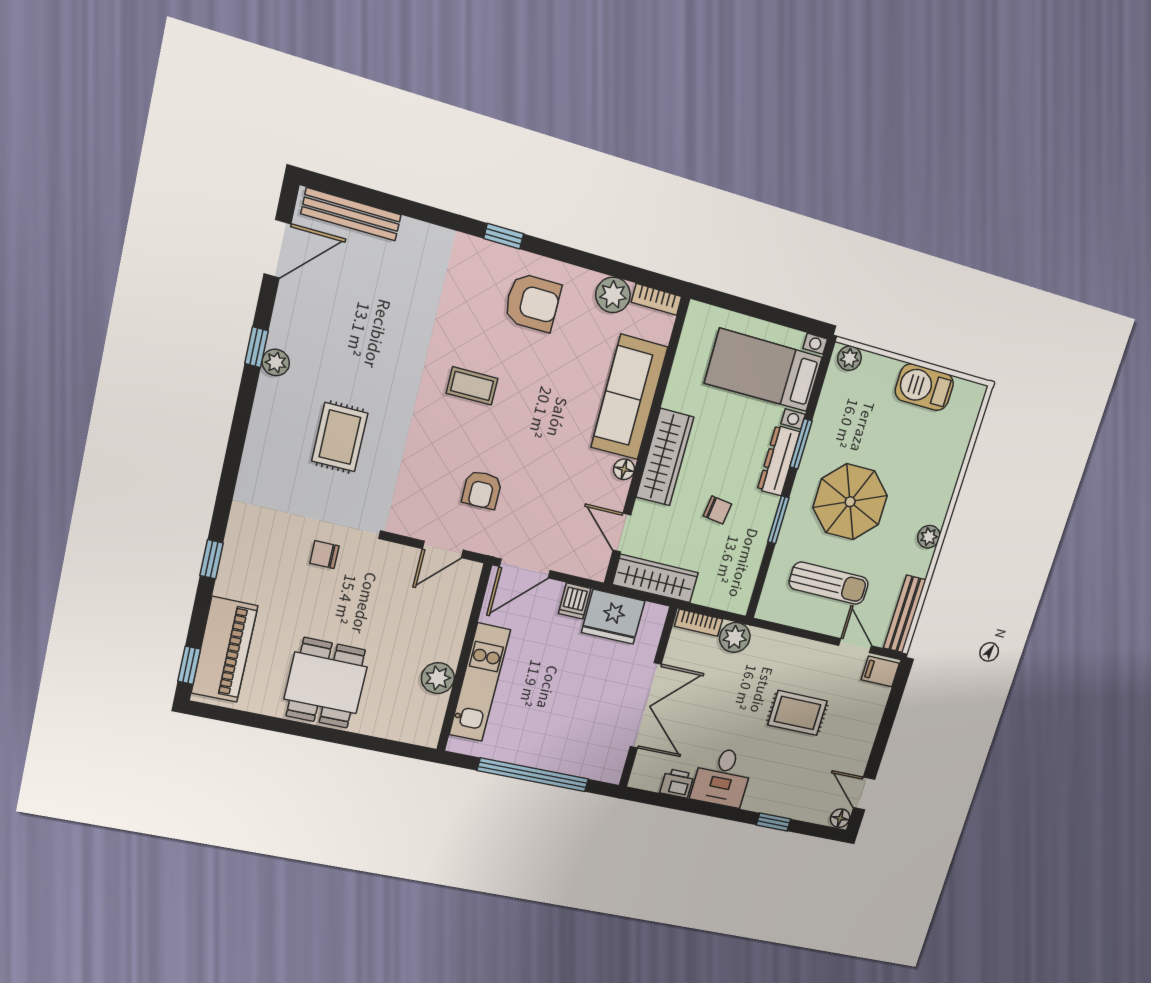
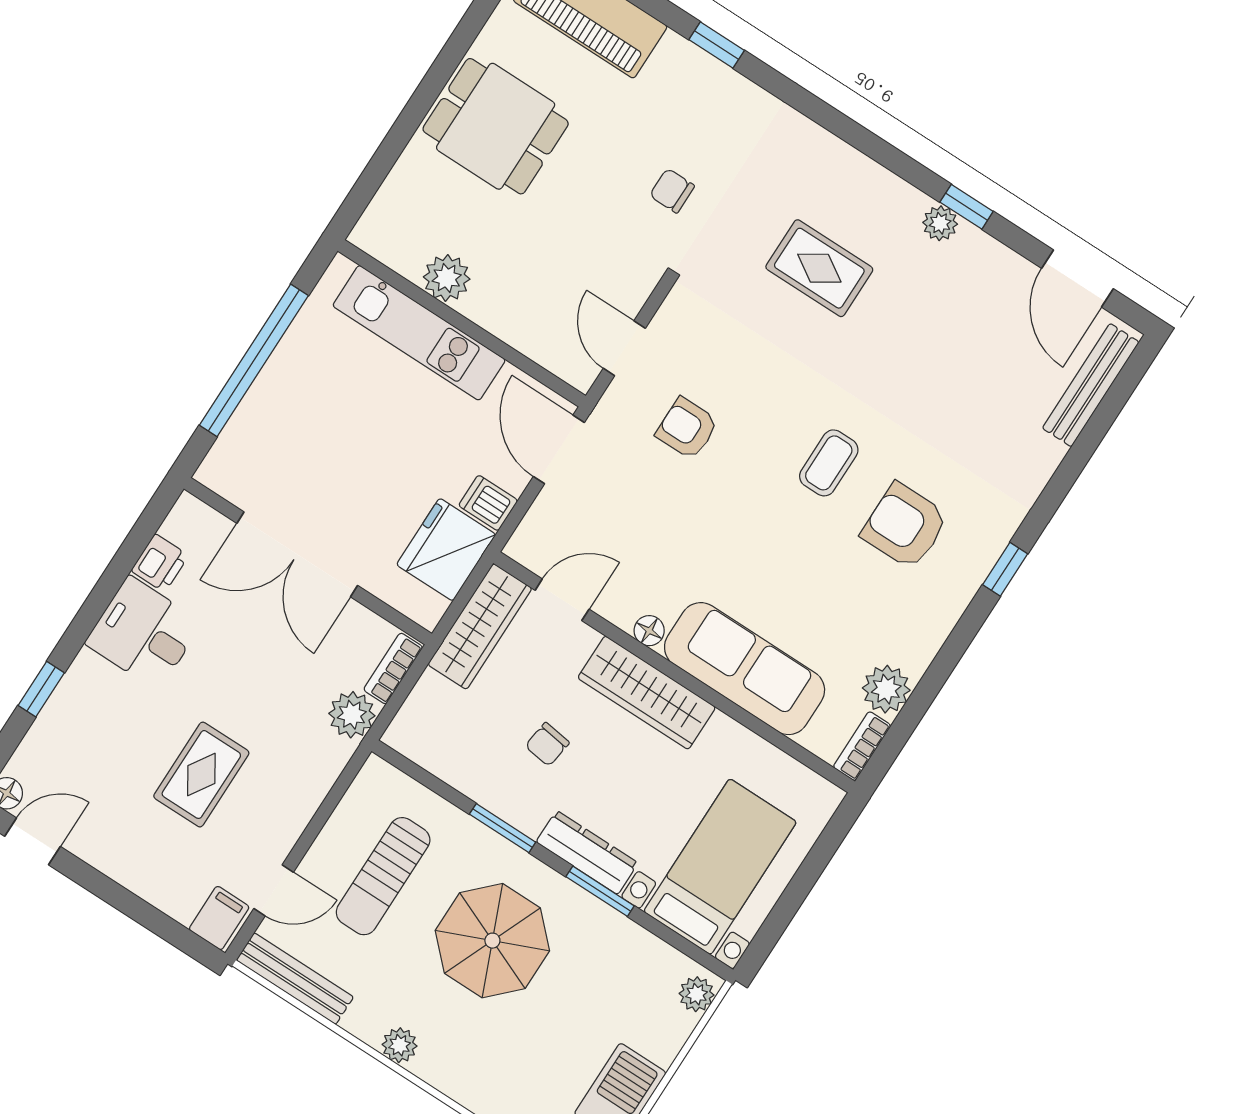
armchair: (532, 303) -> (905, 526), moved, turned 90
chair: (324, 555) -> (672, 191), turned -90

